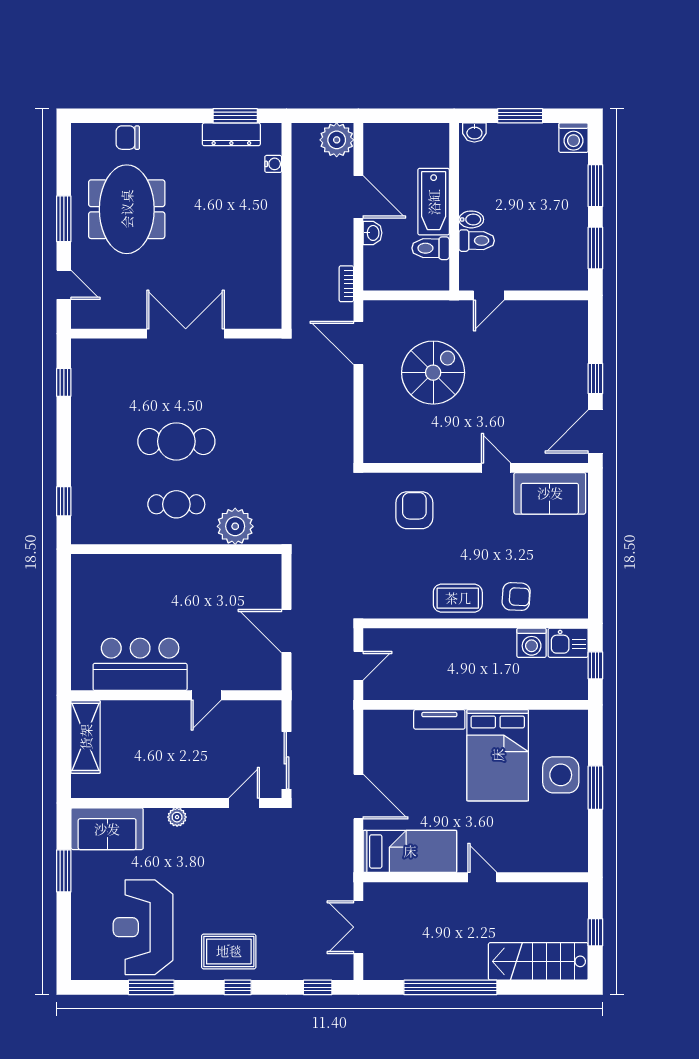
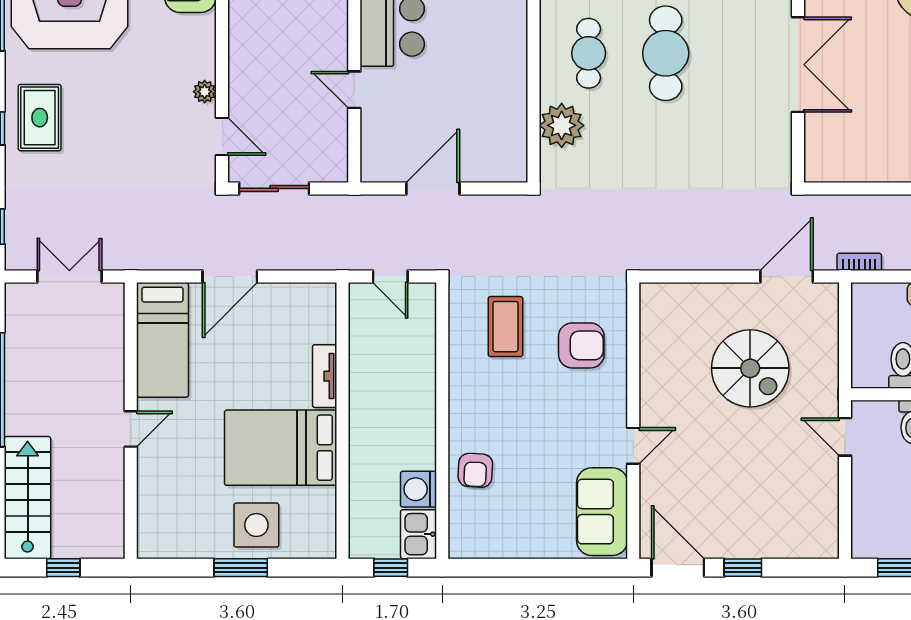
coffee table: (458, 598) -> (505, 327), moved
plant: (177, 817) -> (205, 92), moved

